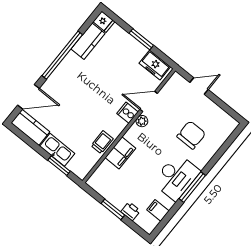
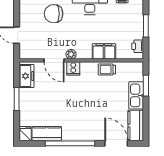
printer: (131, 211) -> (138, 46), moved

